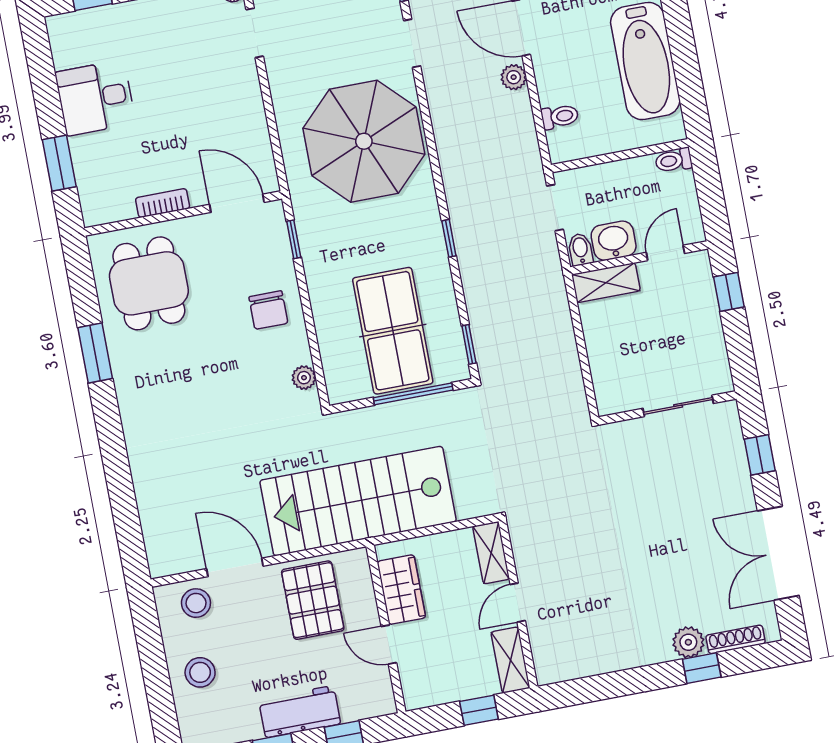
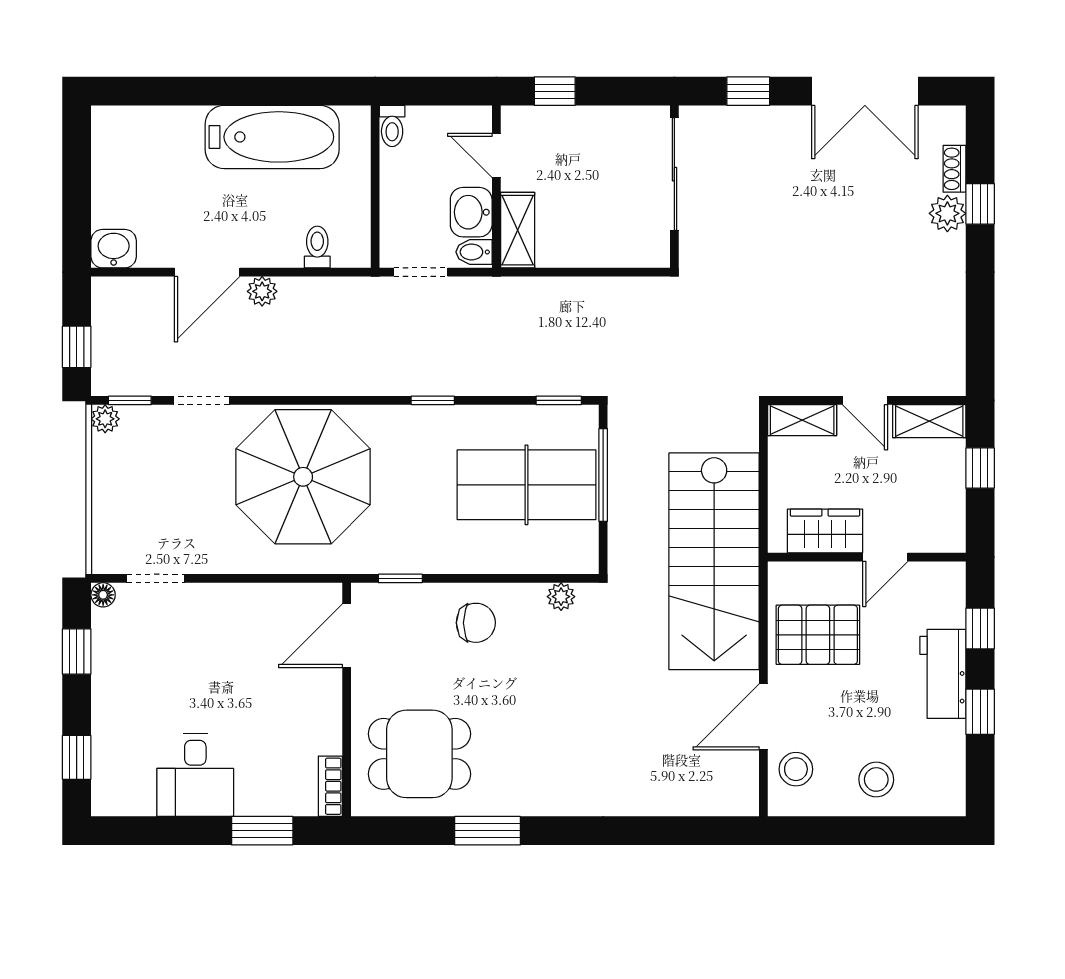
bookcase: (163, 203) -> (330, 786), moved
sliding door: (678, 406) -> (674, 174), width x1.37
shoe rack: (736, 639) -> (954, 169), width x0.70

